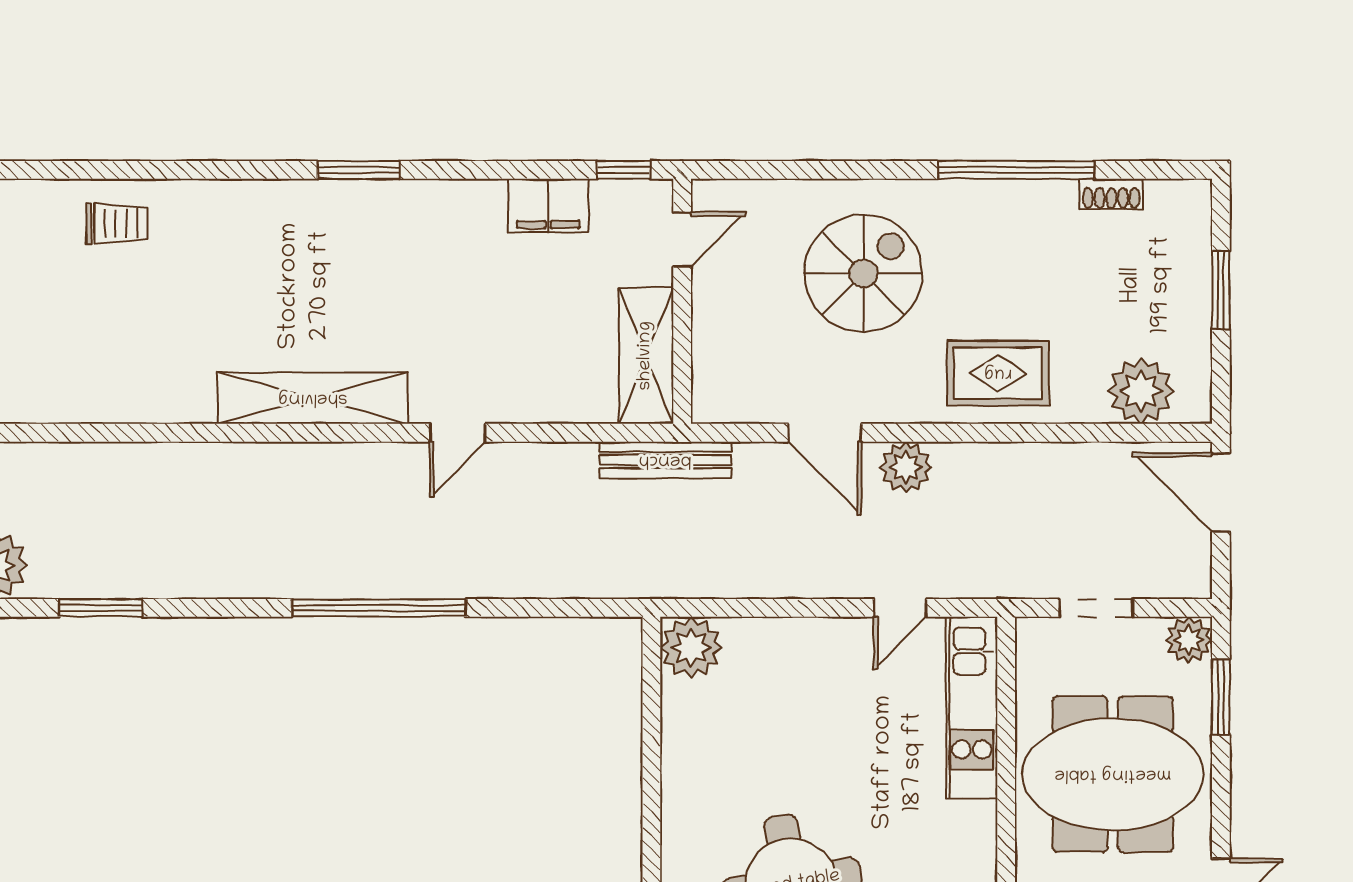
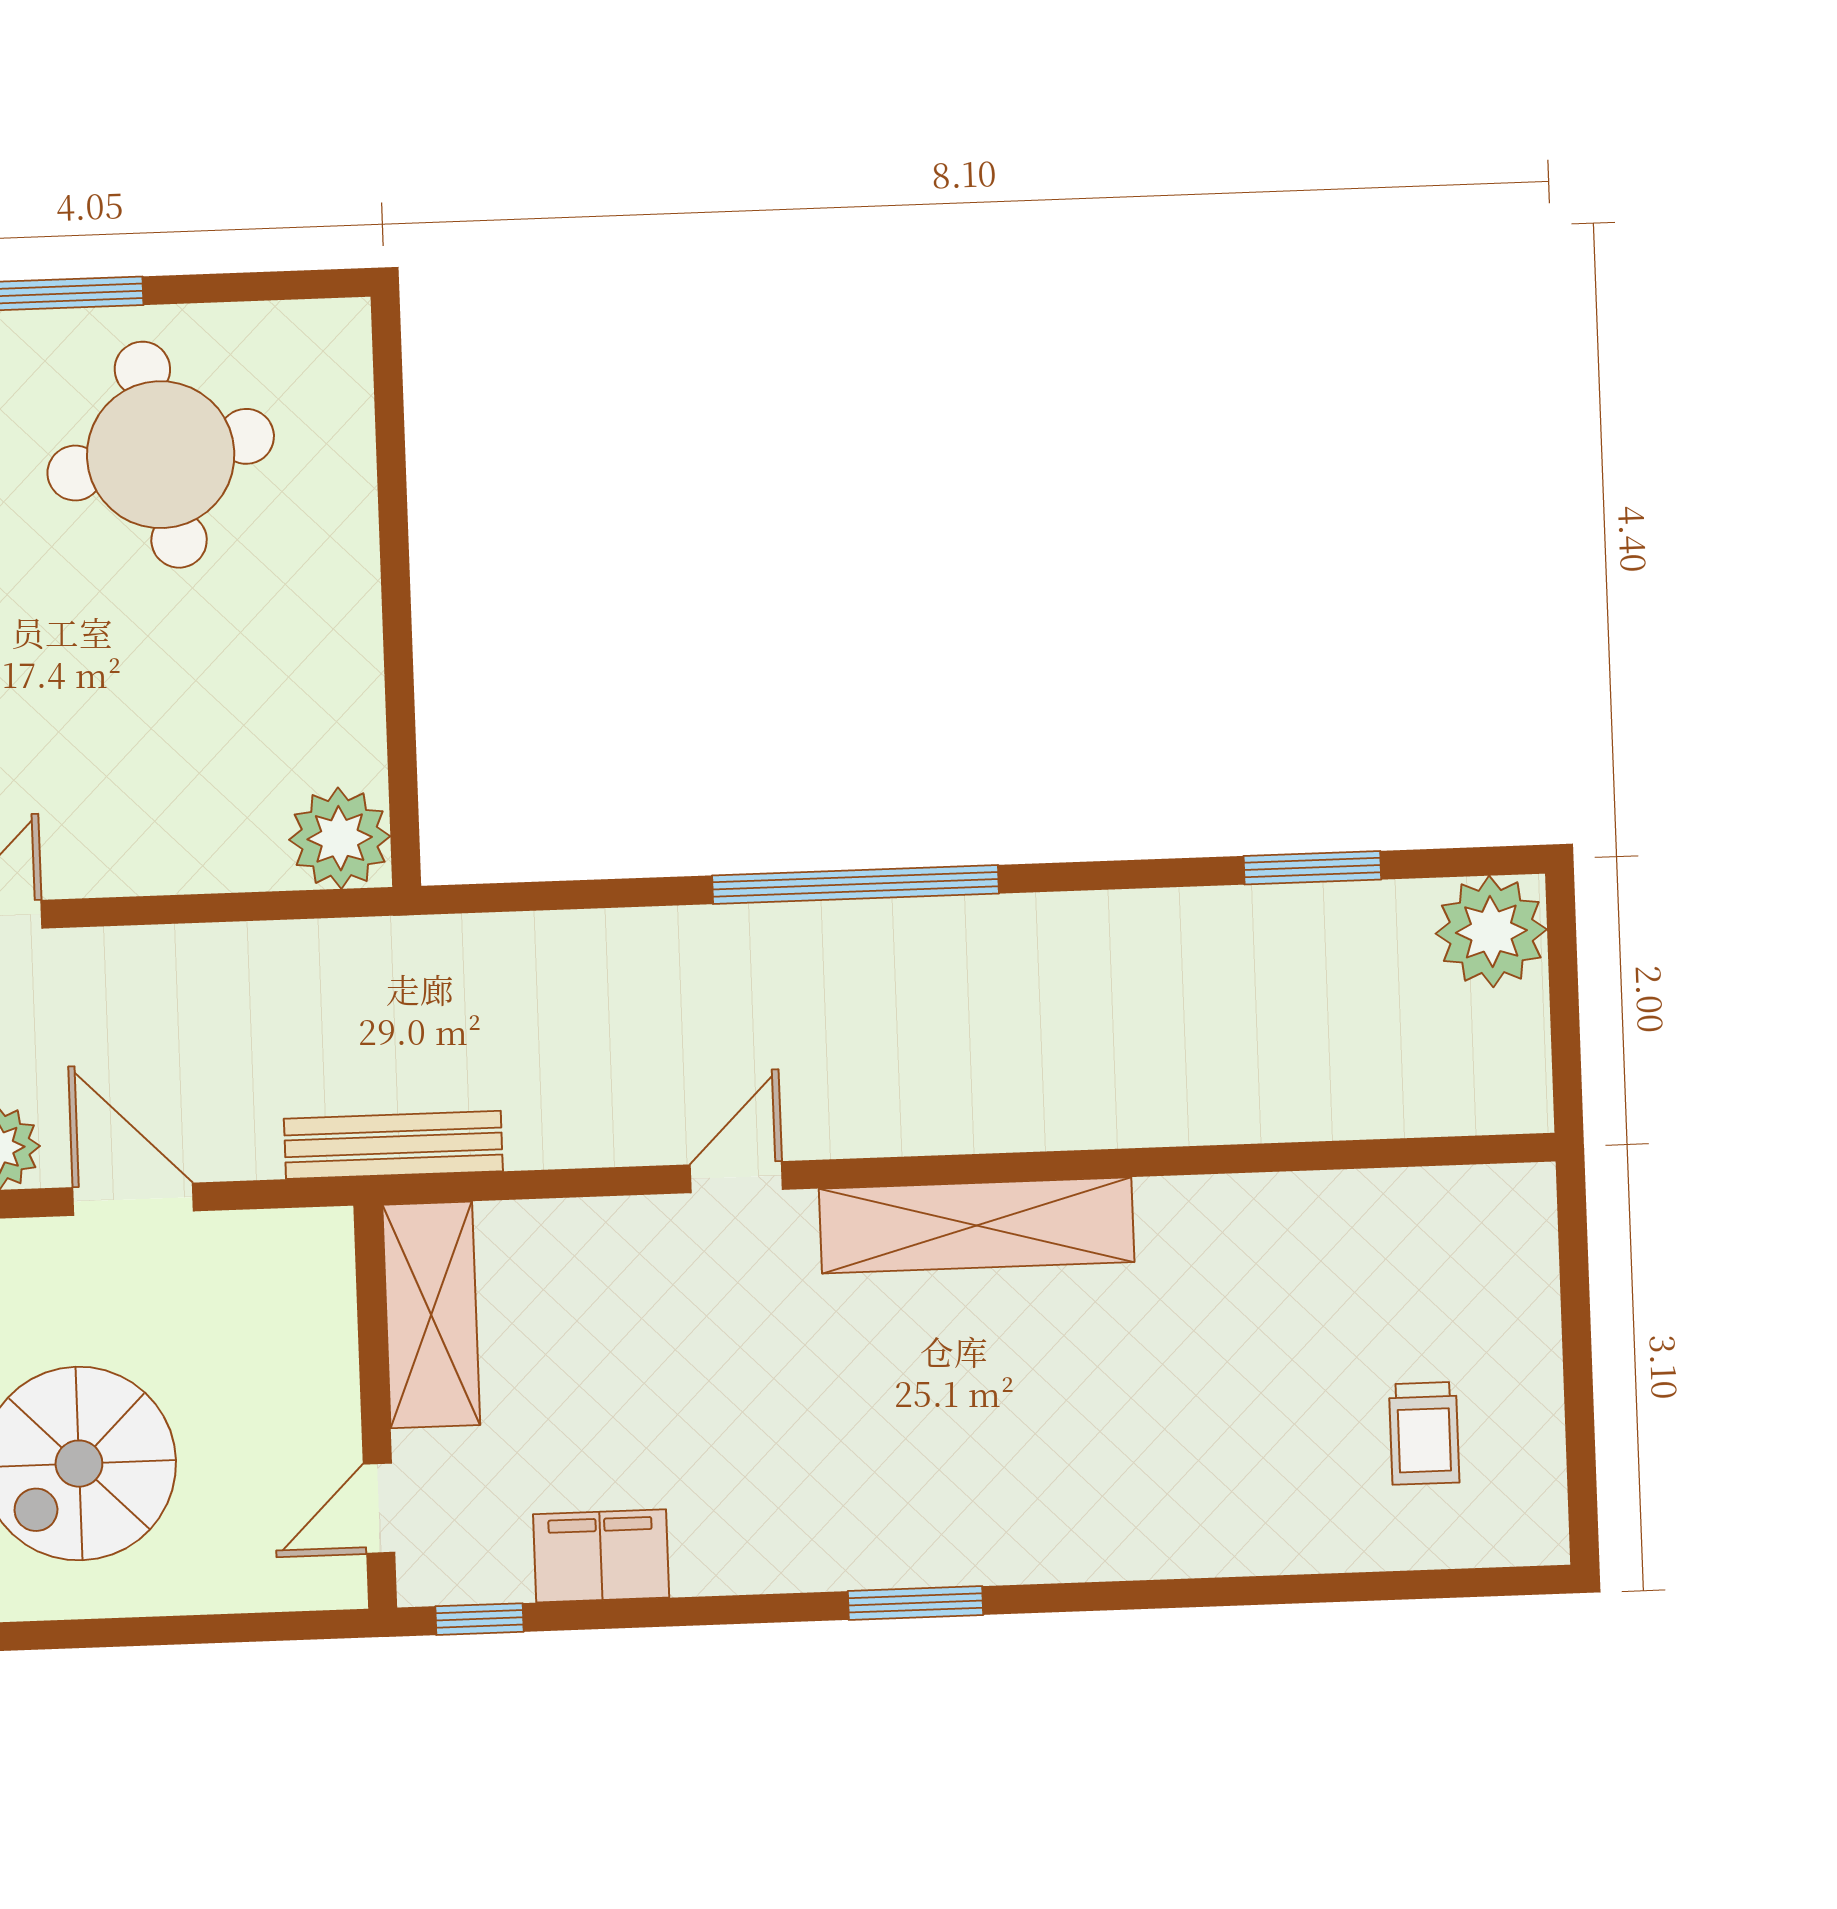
trolley: (117, 223) -> (1424, 1433), moved, turned -90

